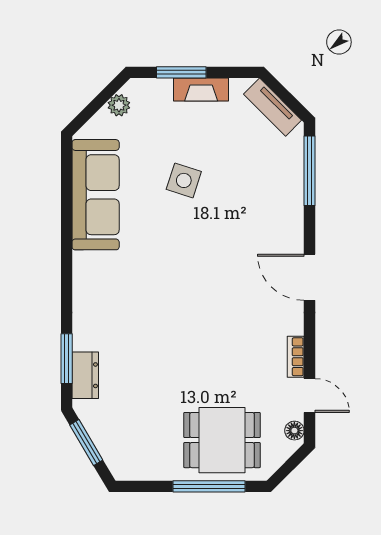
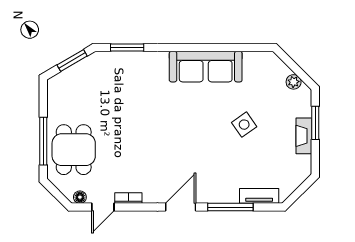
tv unit: (273, 107) -> (259, 196), moved, turned 45
window: (310, 171) -> (230, 207), moved
side table: (184, 180) -> (244, 125), turned 37
sofa: (96, 195) -> (206, 67), moved
dresser: (85, 375) -> (116, 60), removed

